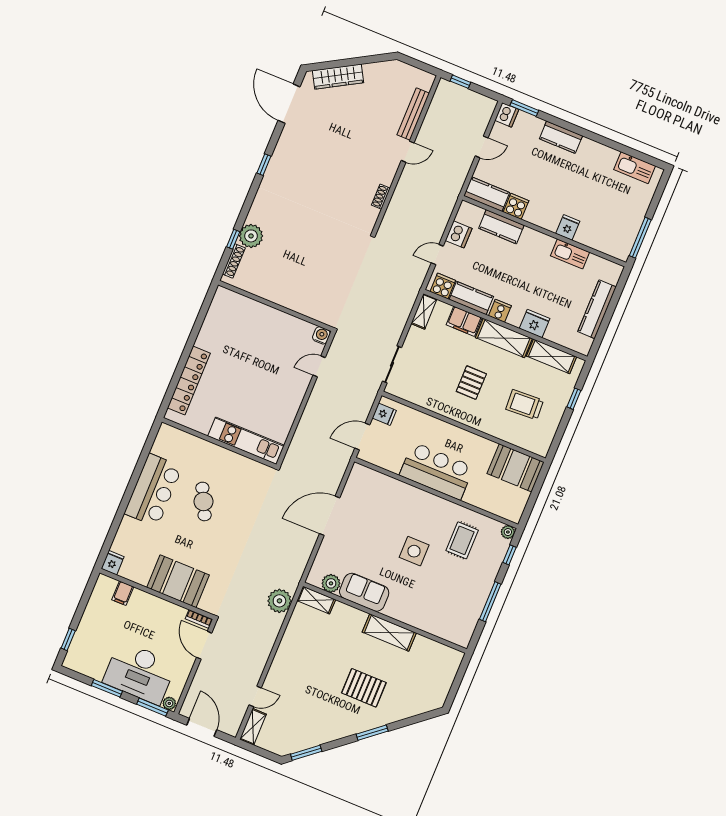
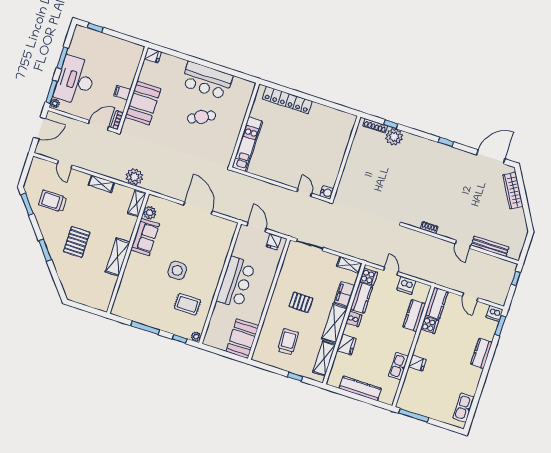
filing cabinet: (123, 593) -> (122, 93), moved
trolley: (305, 717) -> (52, 201), added
shelving: (253, 727) -> (101, 184), moved

